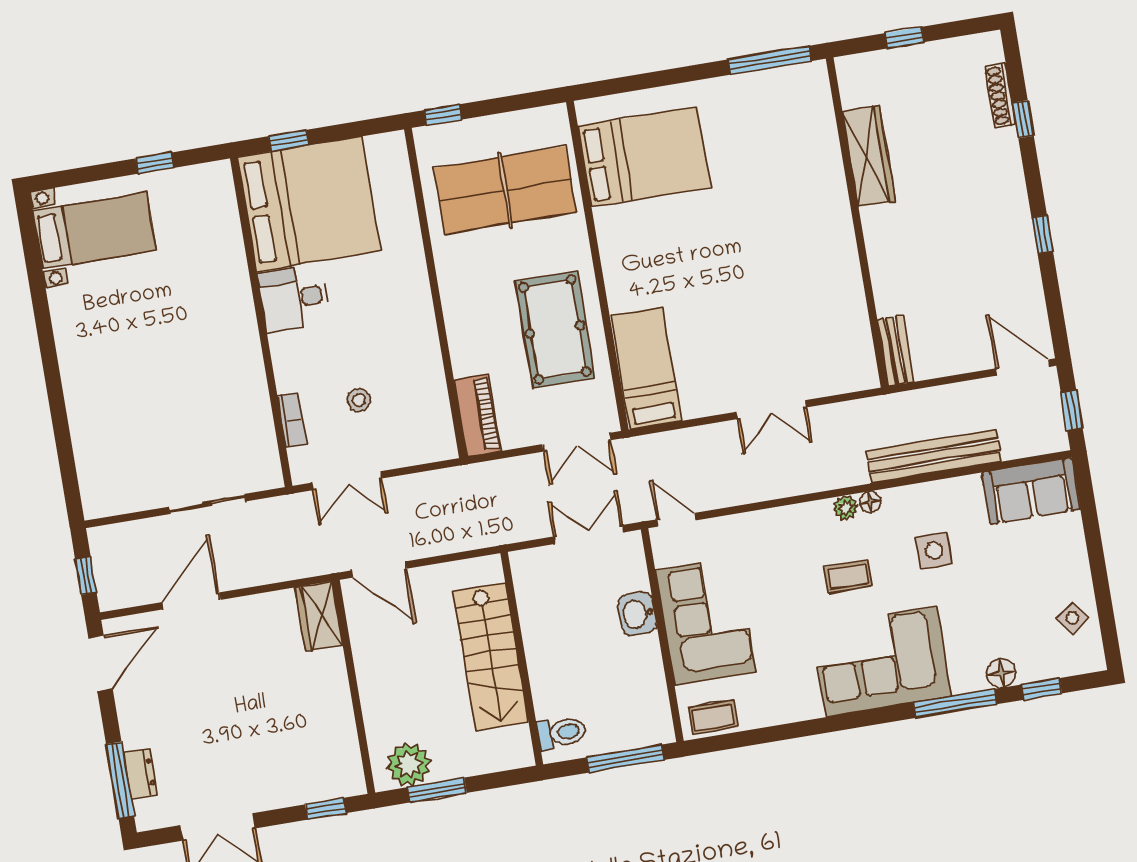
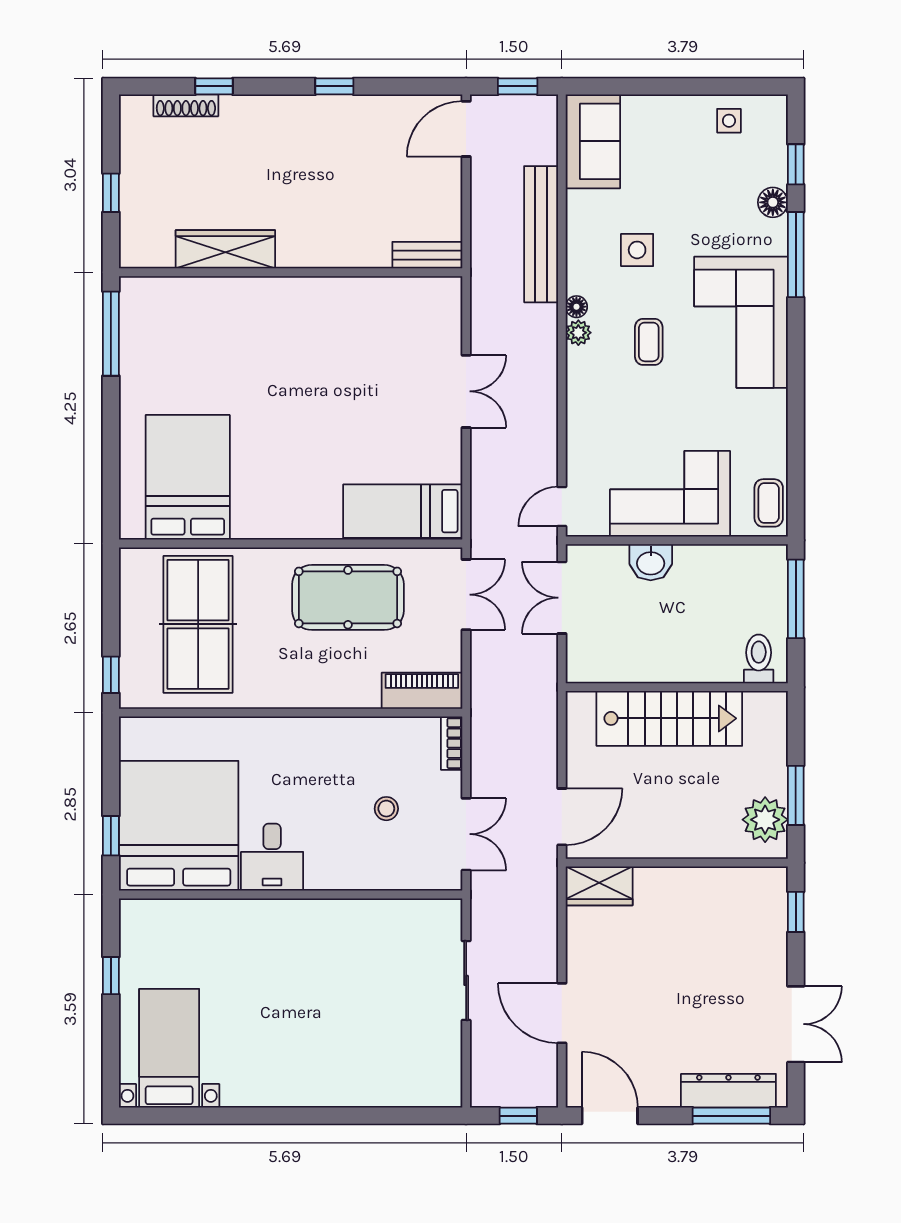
bookcase: (292, 420) -> (452, 743), moved, turned -90
side table: (1073, 618) -> (729, 121), turned 36
dresser: (140, 773) -> (728, 1091), width x1.96, depth x1.24

